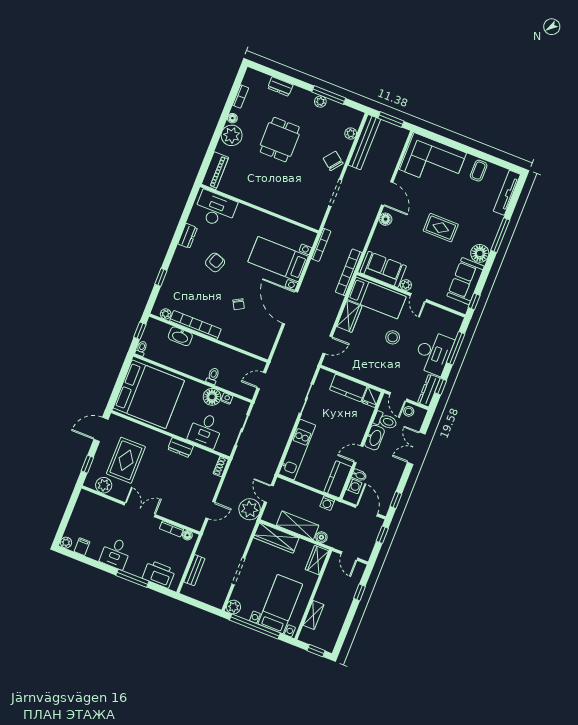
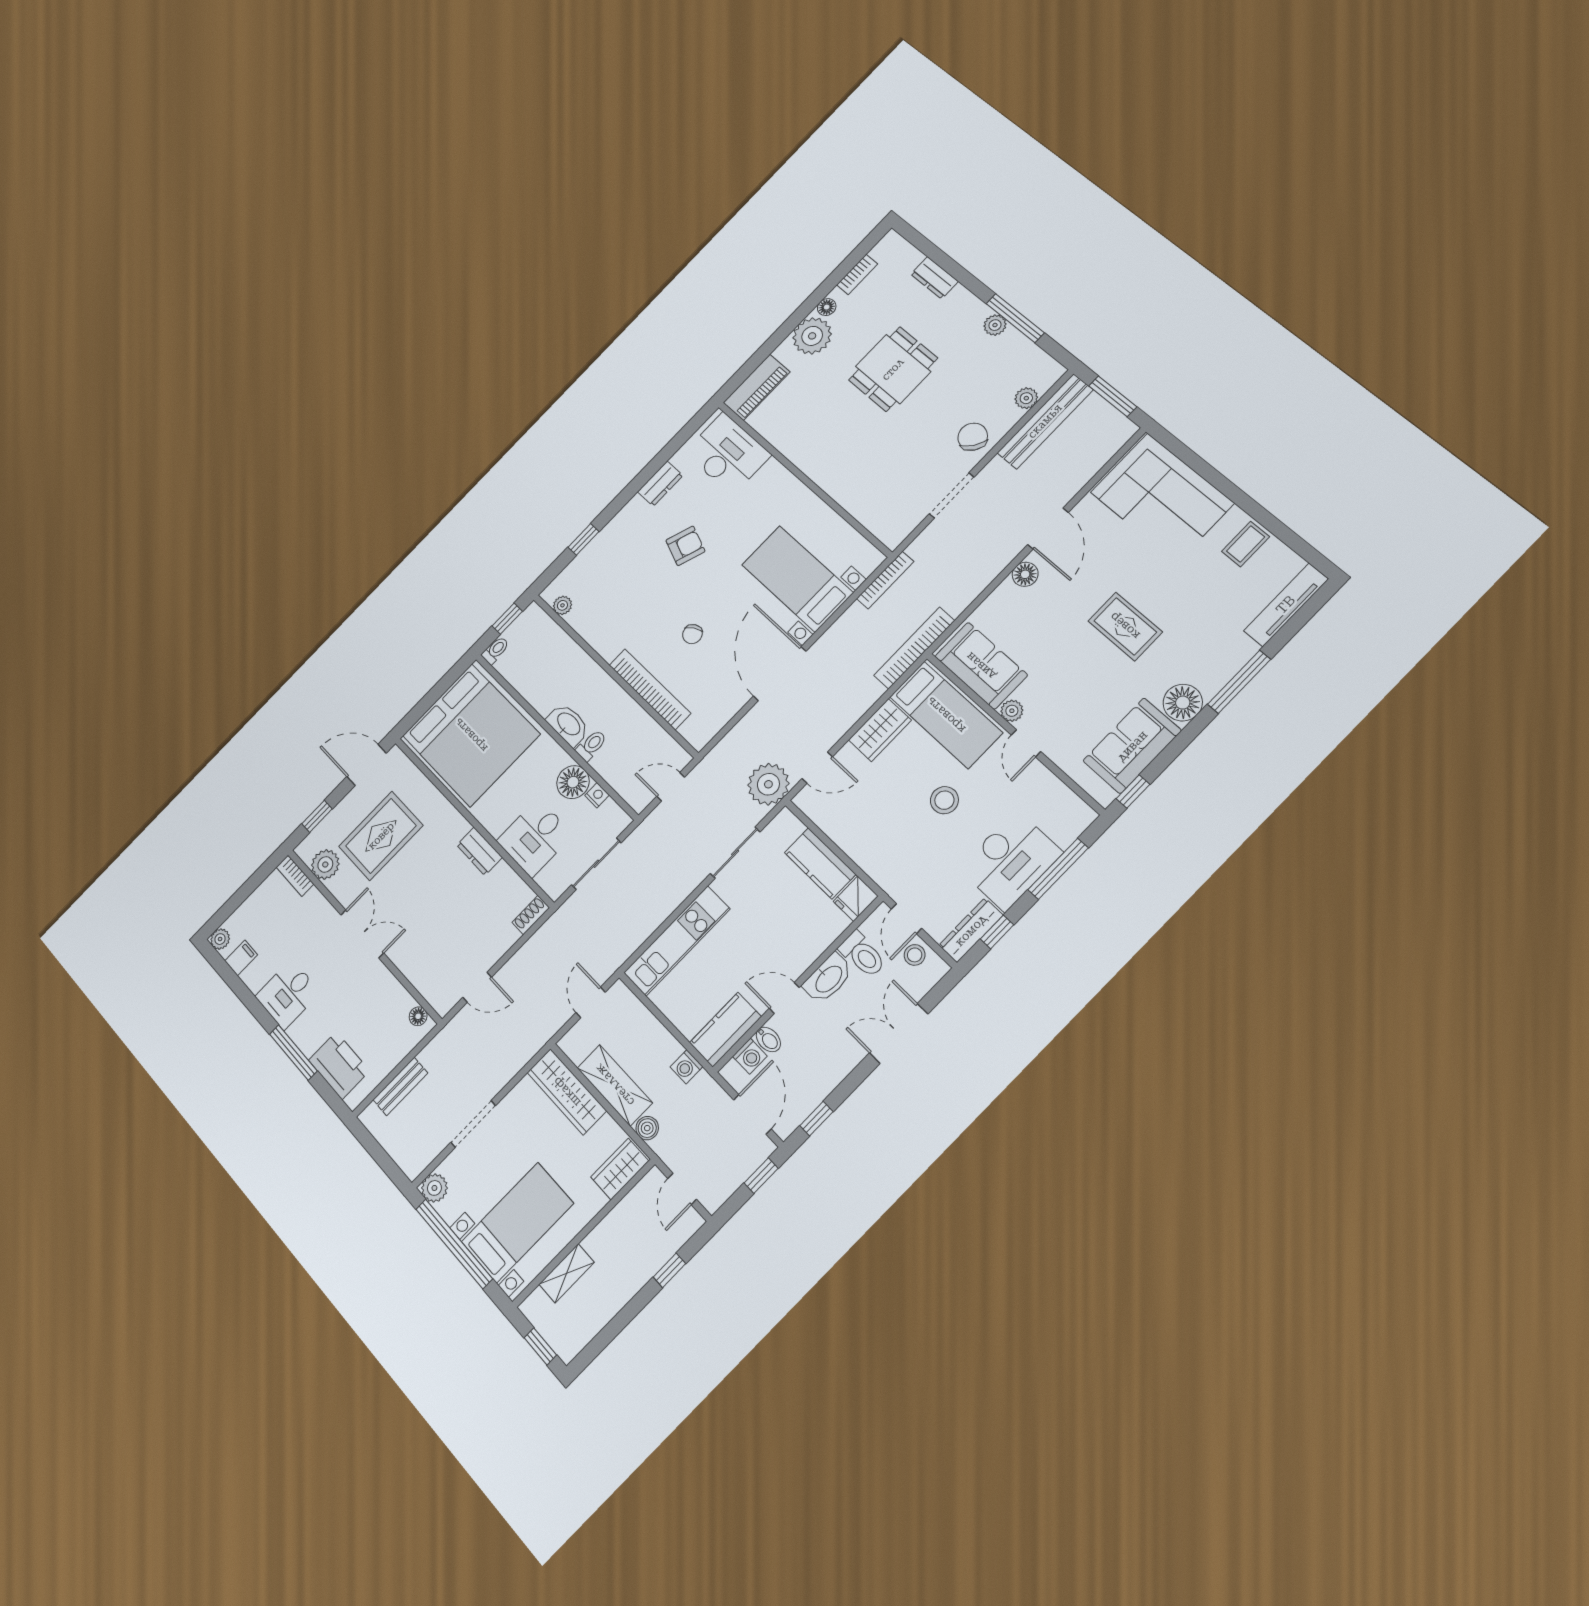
bookcase: (195, 325) -> (650, 689), moved
washbasin: (180, 336) -> (568, 724), moved, turned 180
plant: (250, 509) -> (768, 784), moved
bookcase: (172, 529) -> (295, 876), moved

